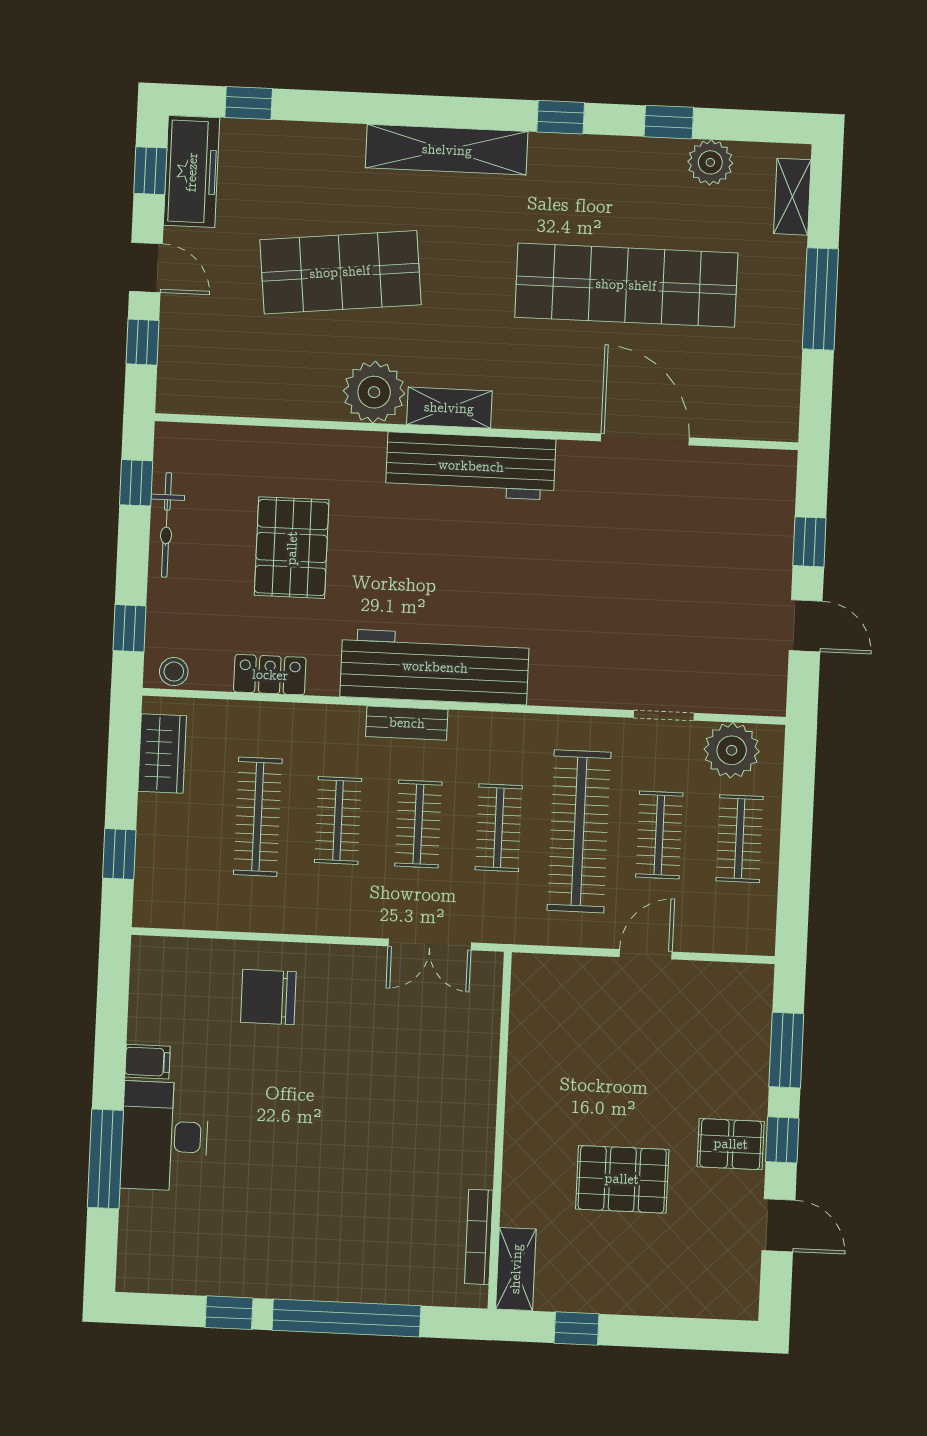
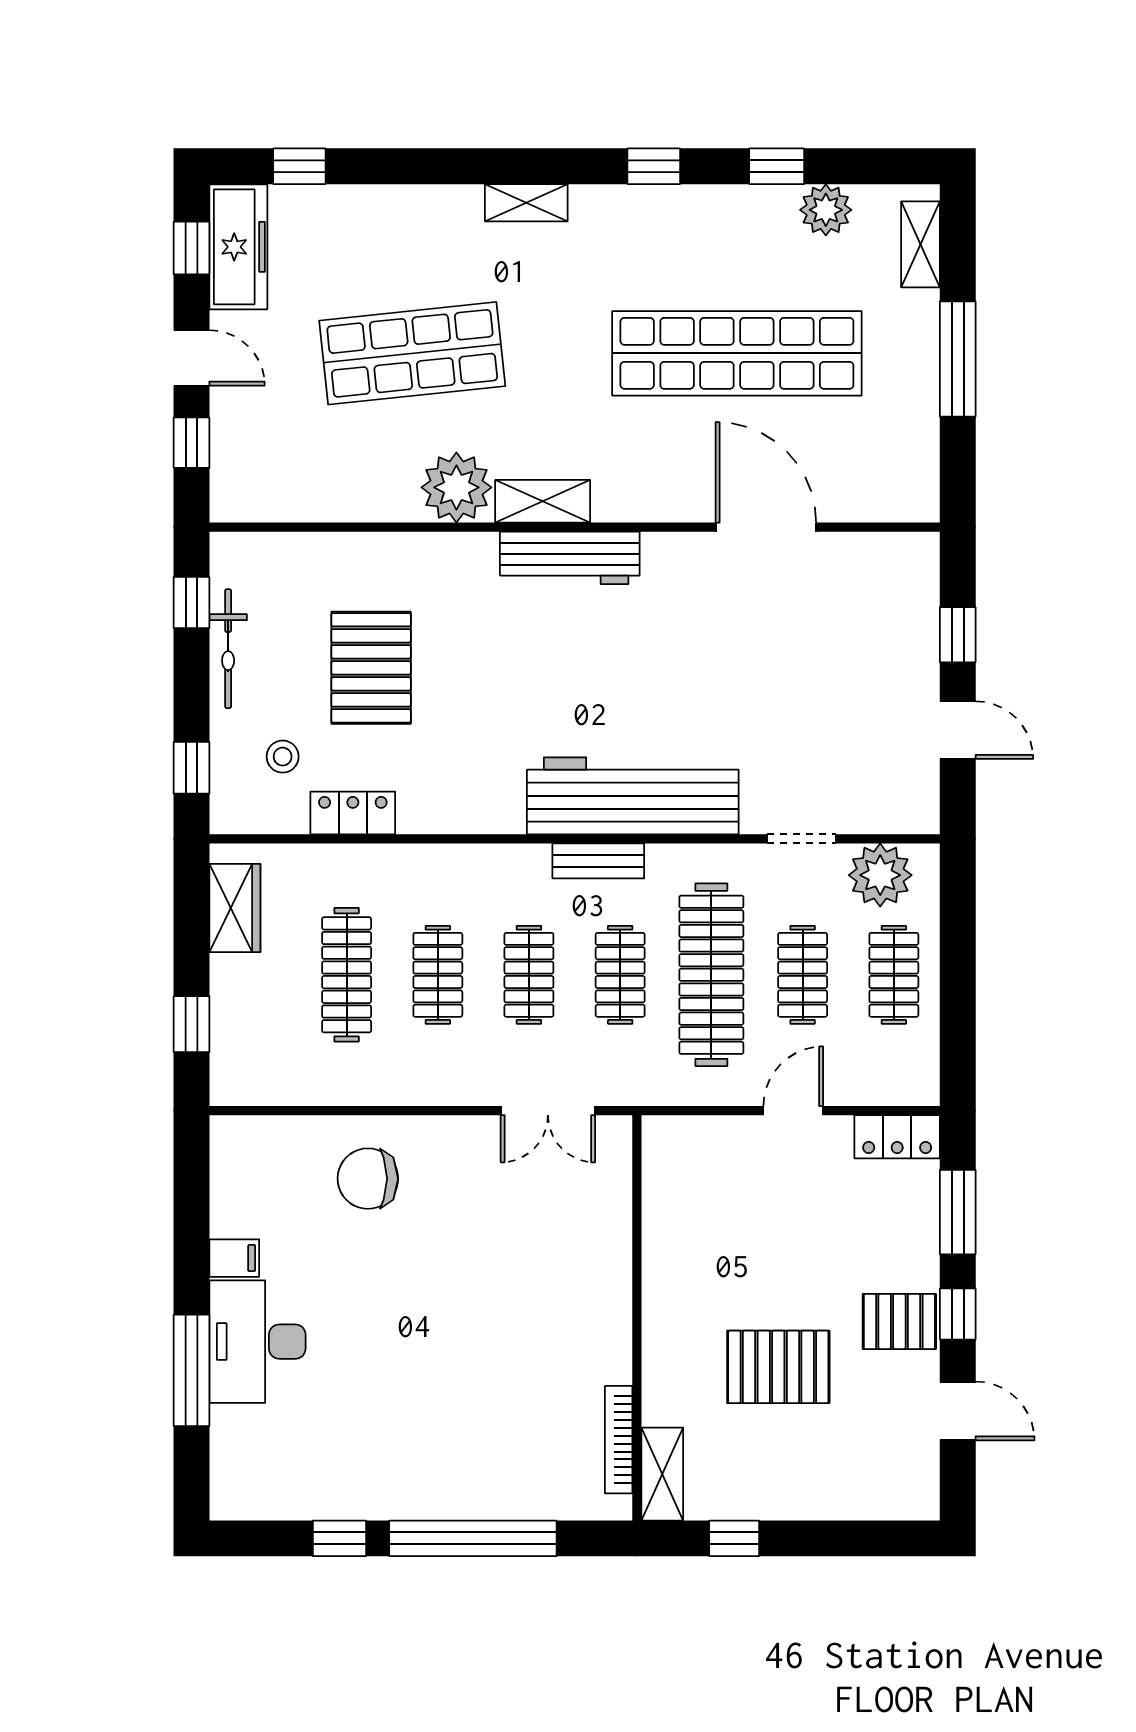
shelving: (447, 150) -> (526, 203), width x0.45, depth x0.75
workbench: (471, 466) -> (570, 558), width x0.73, depth x0.76
workbench: (435, 667) -> (633, 796), moved
stool: (174, 672) -> (283, 757), moved
bench: (407, 723) -> (598, 861), moved
locker: (736, 981) -> (897, 1137), added

